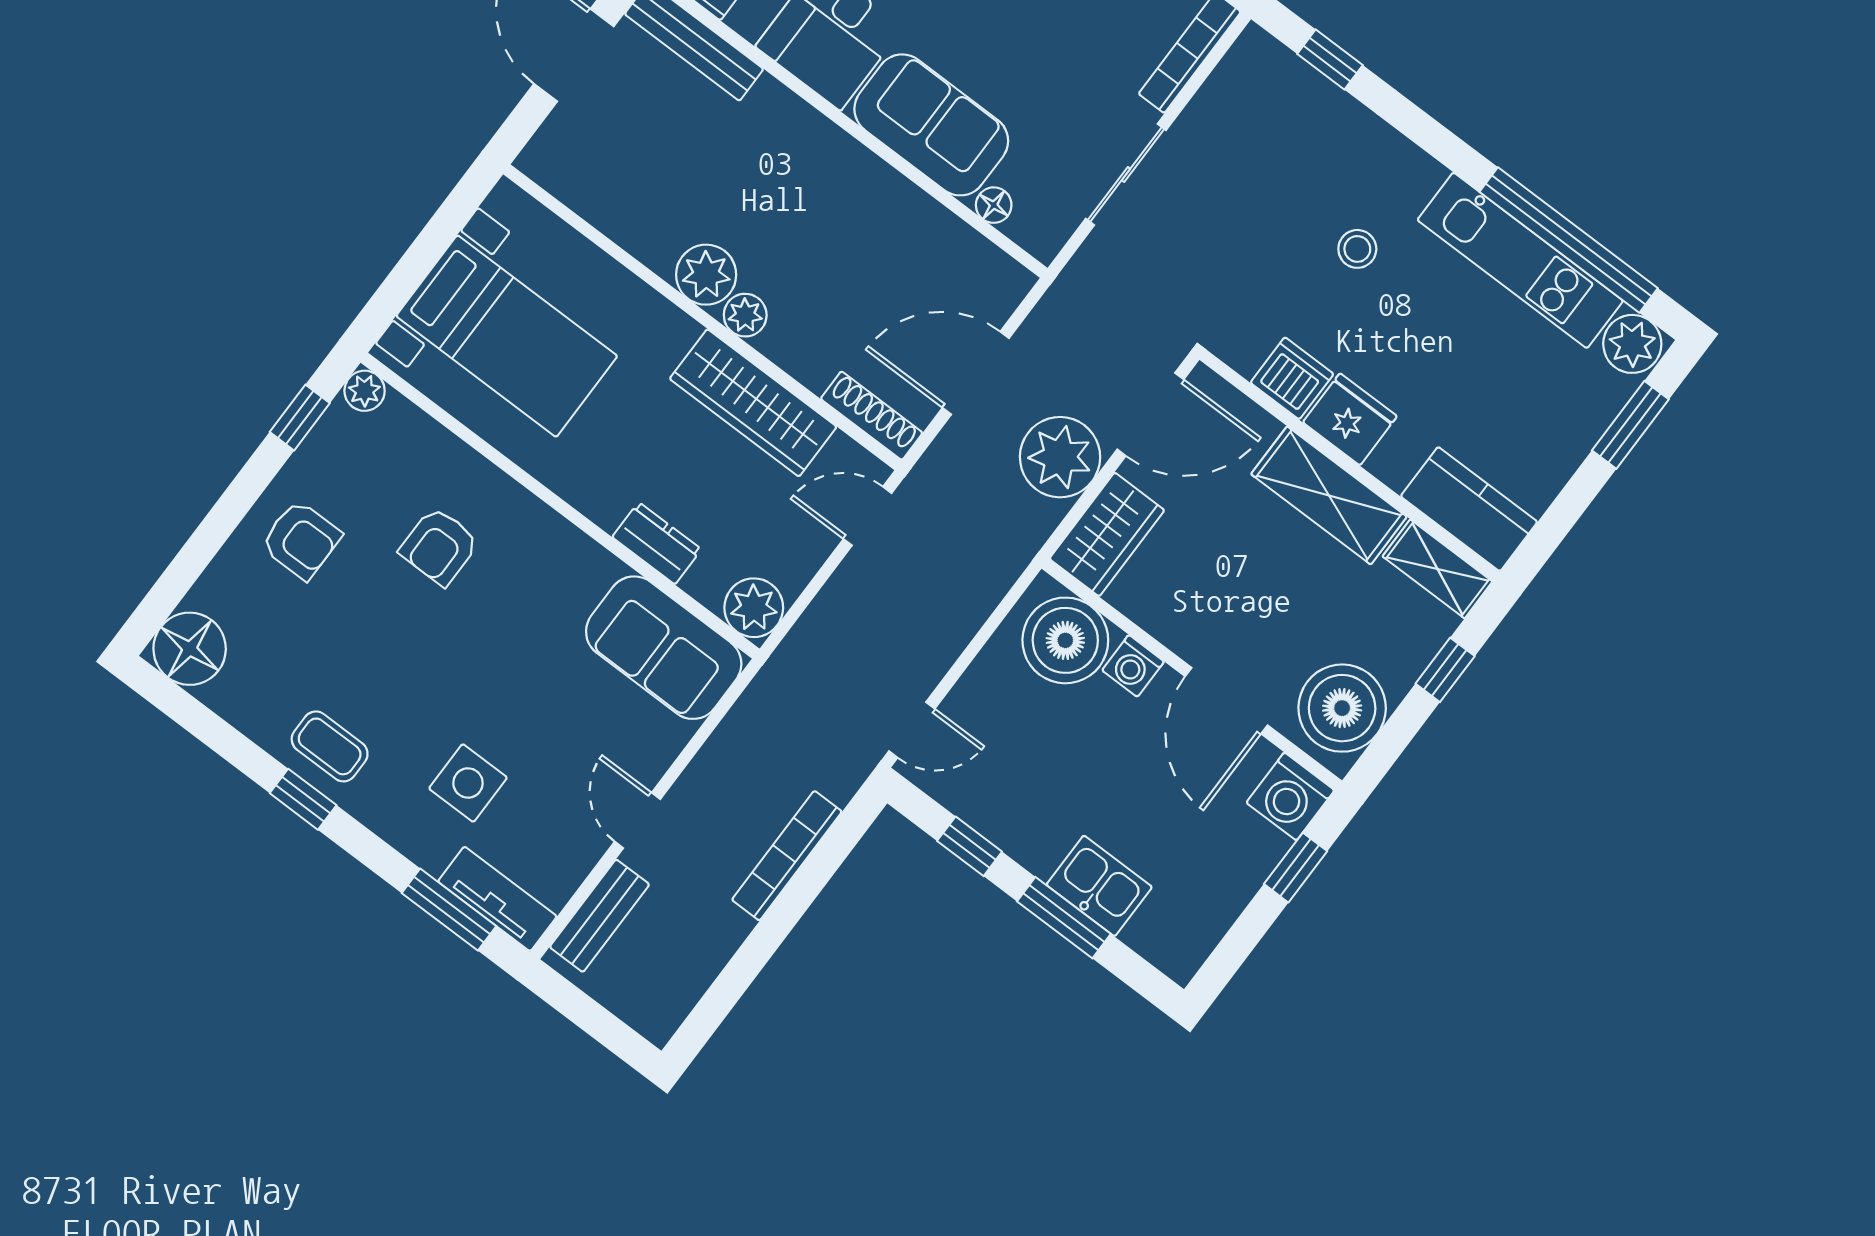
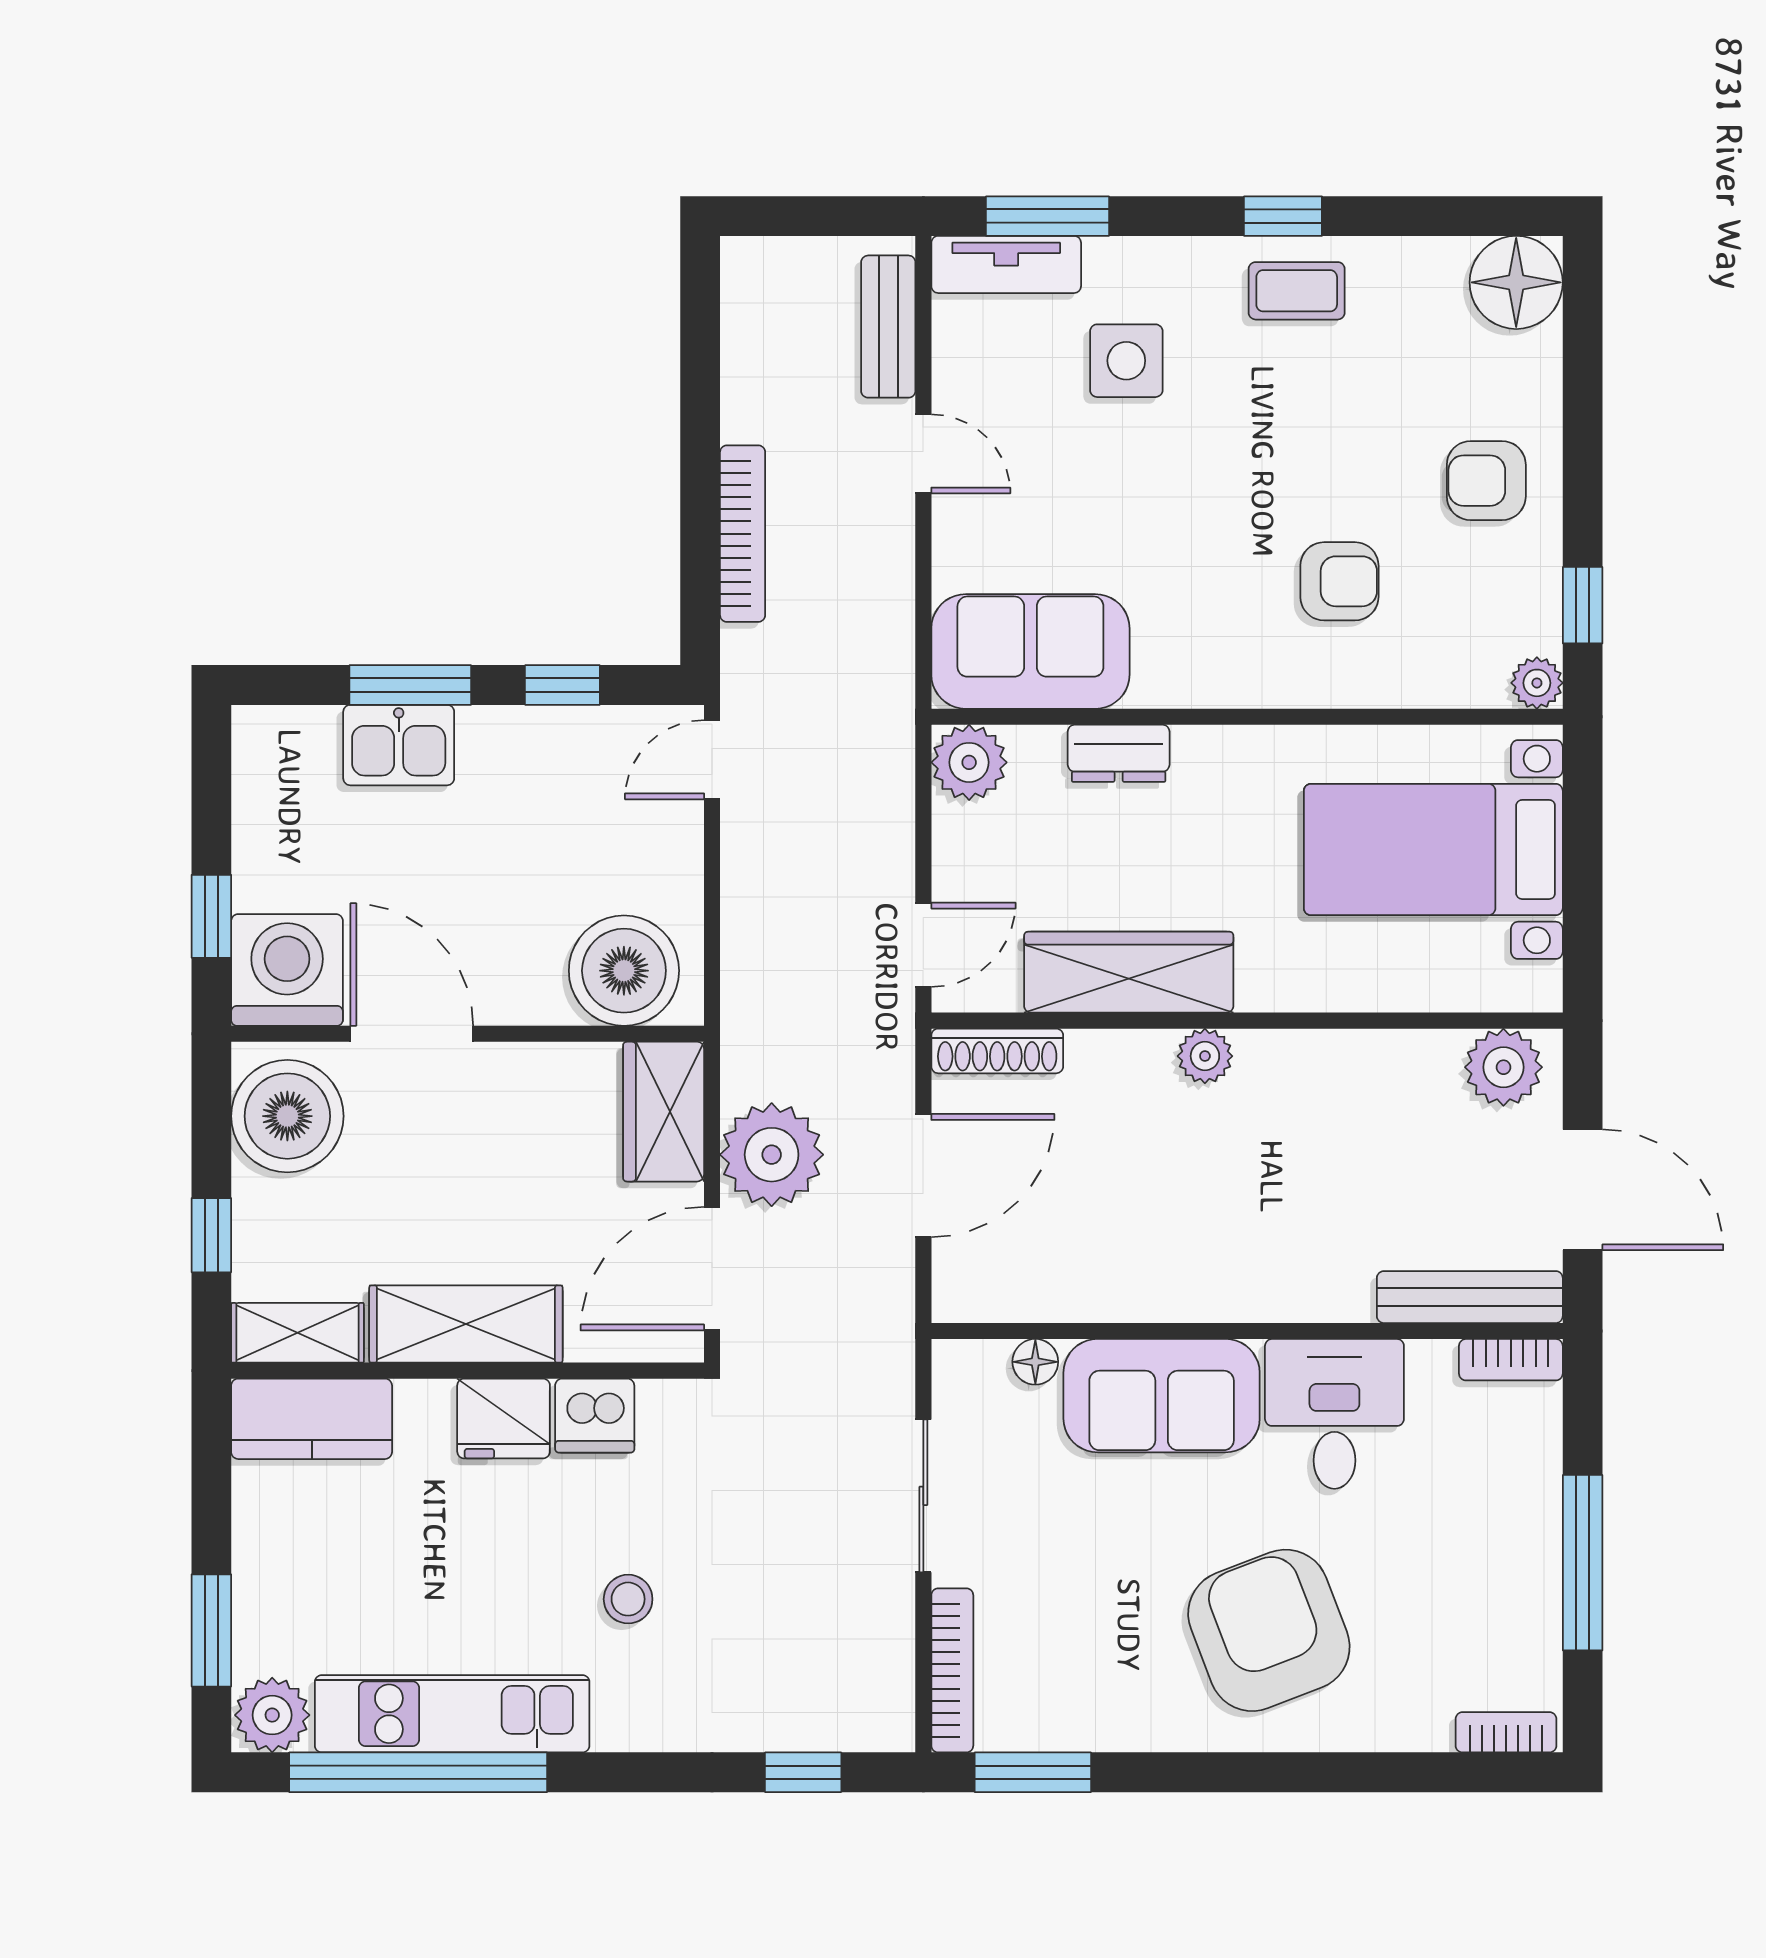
plant: (706, 275) -> (1503, 1067), moved
armchair: (439, 546) -> (1339, 581), turned 90
washing machine: (1133, 666) -> (535, 997), removed
washing machine: (1290, 796) -> (287, 970), width x1.37, depth x1.37

